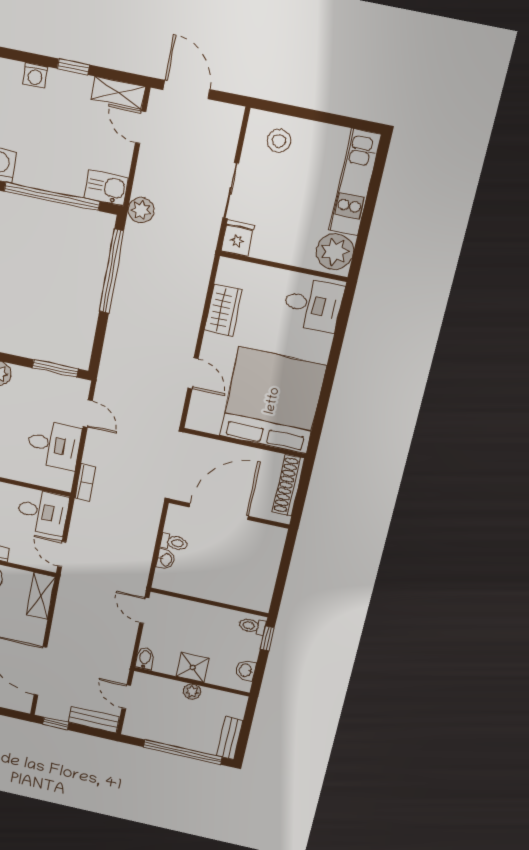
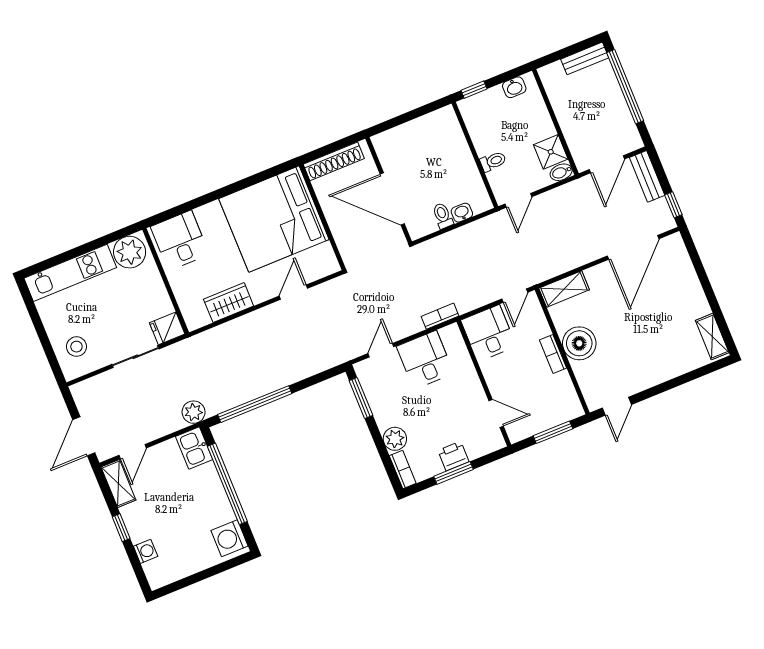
toilet: (252, 626) -> (493, 161), moved, turned -90
shower: (193, 667) -> (551, 152), moved
plant: (192, 692) -> (564, 116), removed
door: (126, 697) -> (607, 164), width x1.37

